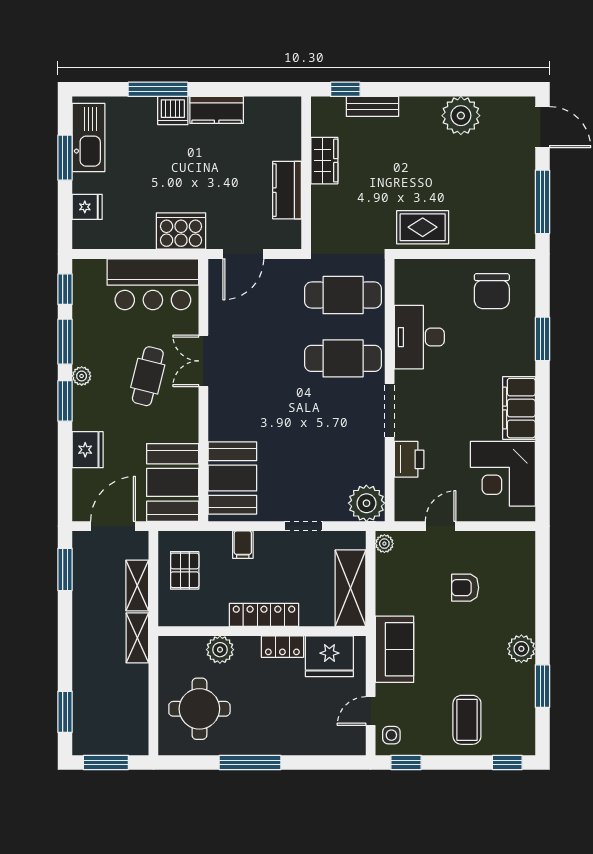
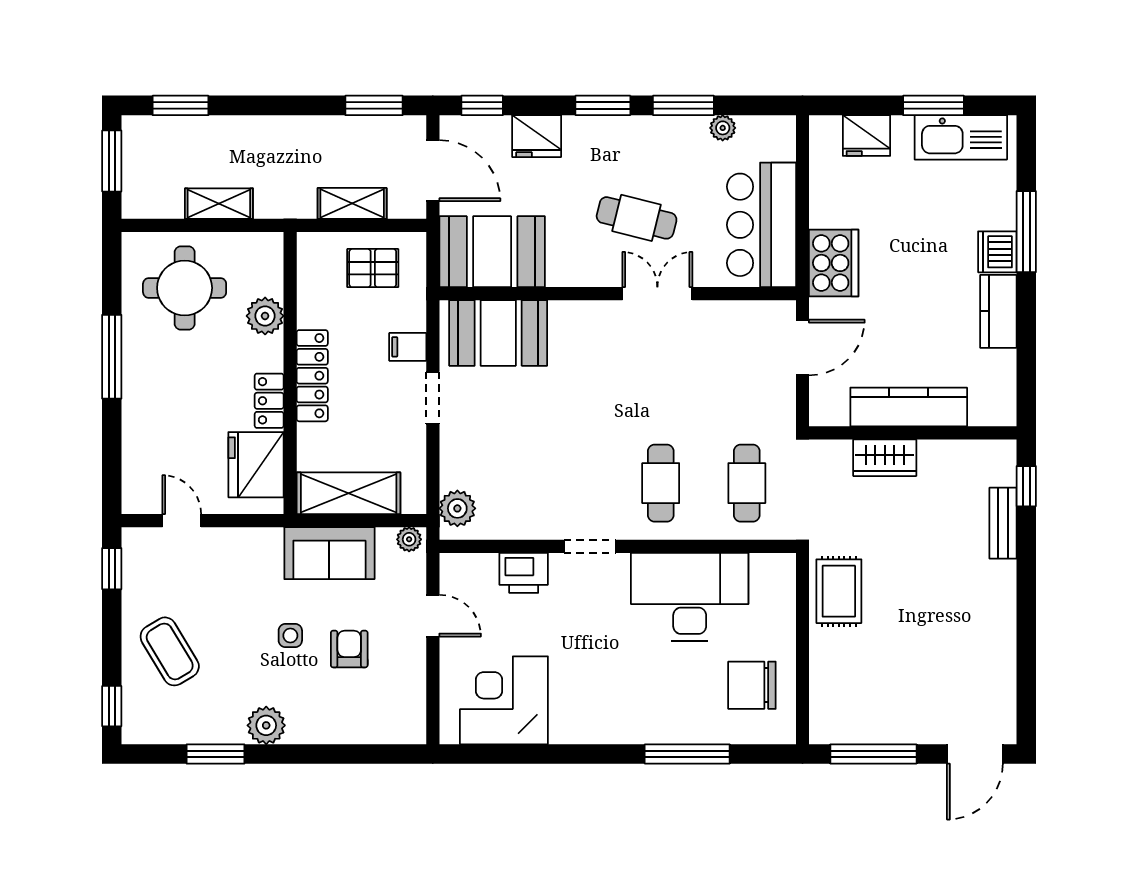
plant: (461, 116) -> (991, 643), removed
wardrobe: (324, 161) -> (885, 458), moved
kitchen counter: (287, 190) -> (909, 407), width x1.50
fridge: (87, 207) -> (866, 136), width x1.38
door: (243, 254) -> (803, 348), swing flipped
window: (65, 289) -> (482, 105), moved
cafe table: (343, 295) -> (747, 483), width x0.73, depth x0.74
desk: (419, 337) -> (690, 597), width x1.36, depth x1.30
window: (542, 339) -> (687, 754), width x1.44
cafe table: (343, 358) -> (661, 483), width x0.73, depth x0.74
plant: (82, 376) -> (723, 128), moved
filing cabinet: (519, 408) -> (593, 722), removed
doorway: (390, 410) -> (590, 546), width x0.73
plant: (366, 503) -> (457, 508), width x0.73, depth x0.73
doorway: (303, 526) -> (433, 398), moved
shelving: (137, 638) -> (219, 204), moved
sofa: (395, 649) -> (329, 553), moved
coffee table: (467, 720) -> (170, 651), turned 59
side table: (391, 735) -> (290, 636), moved

